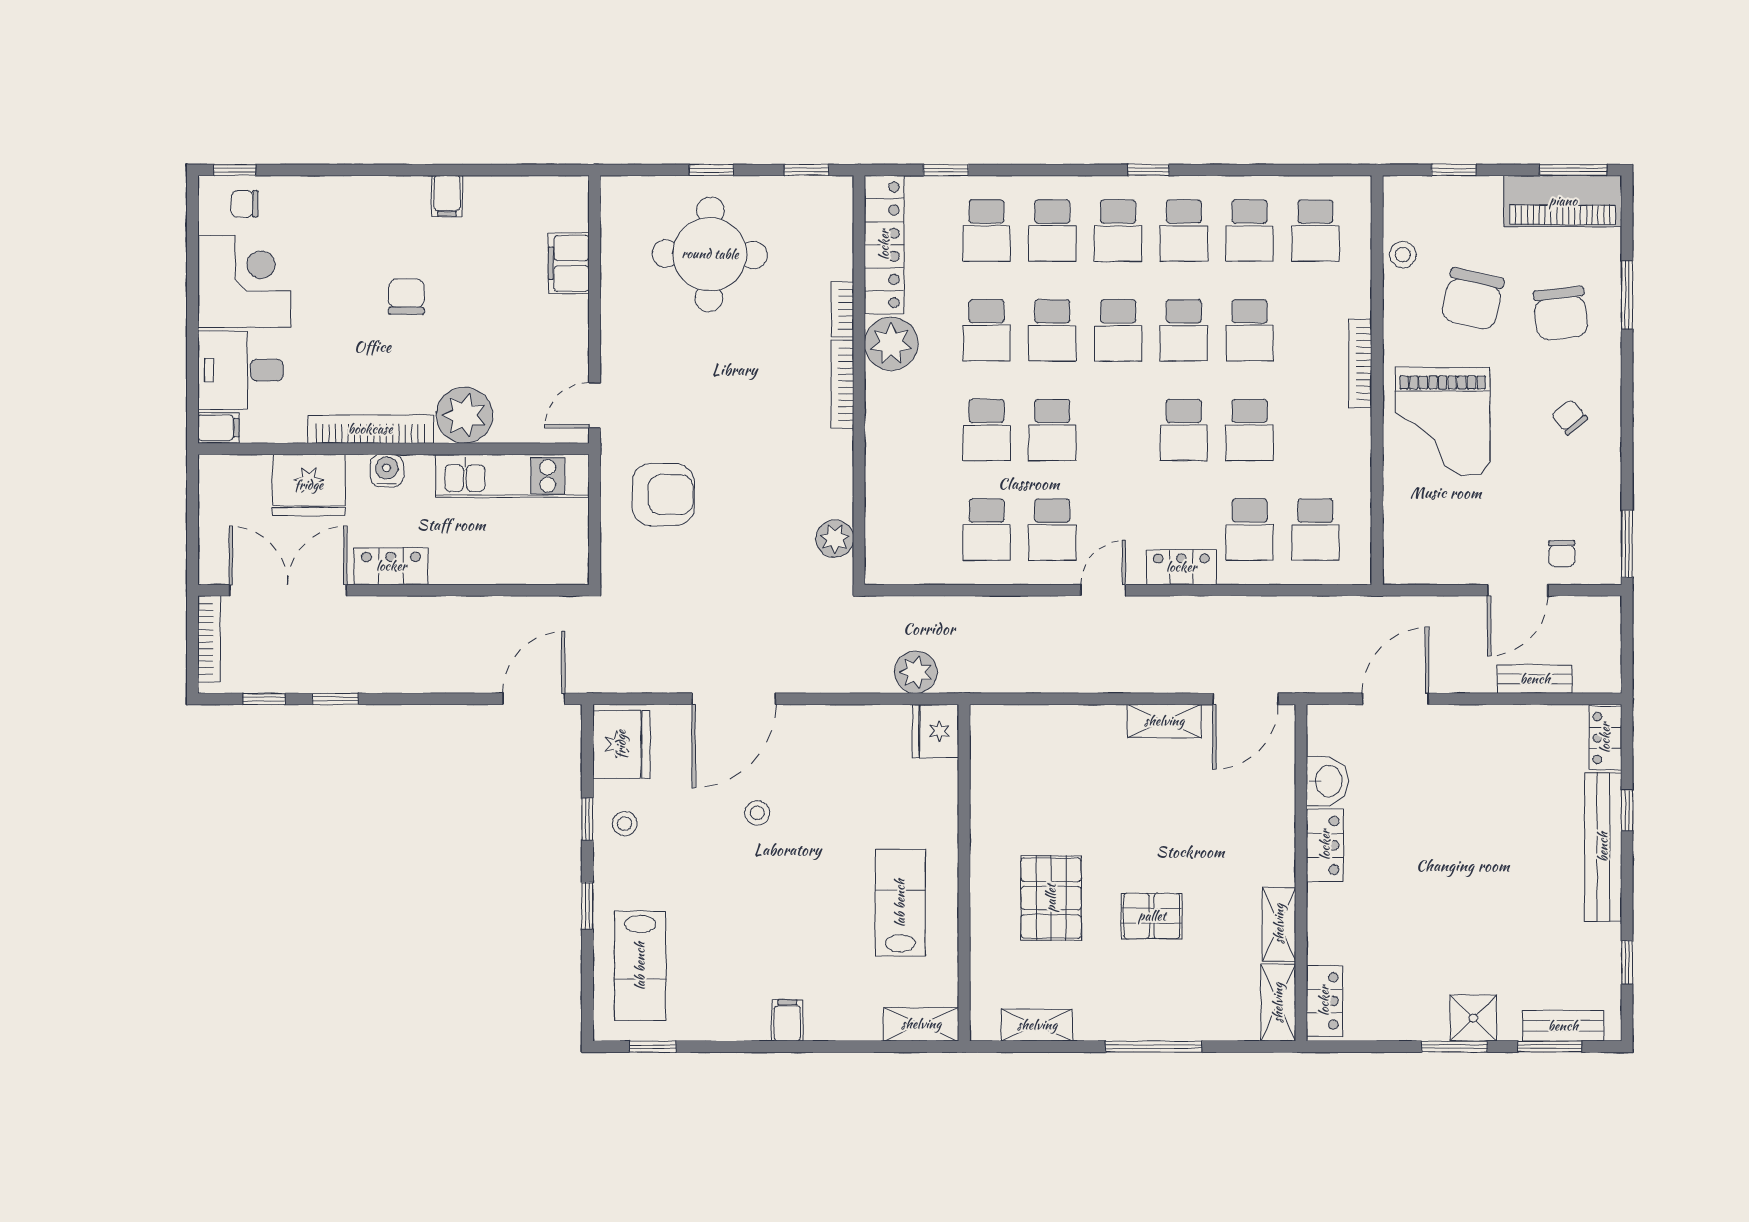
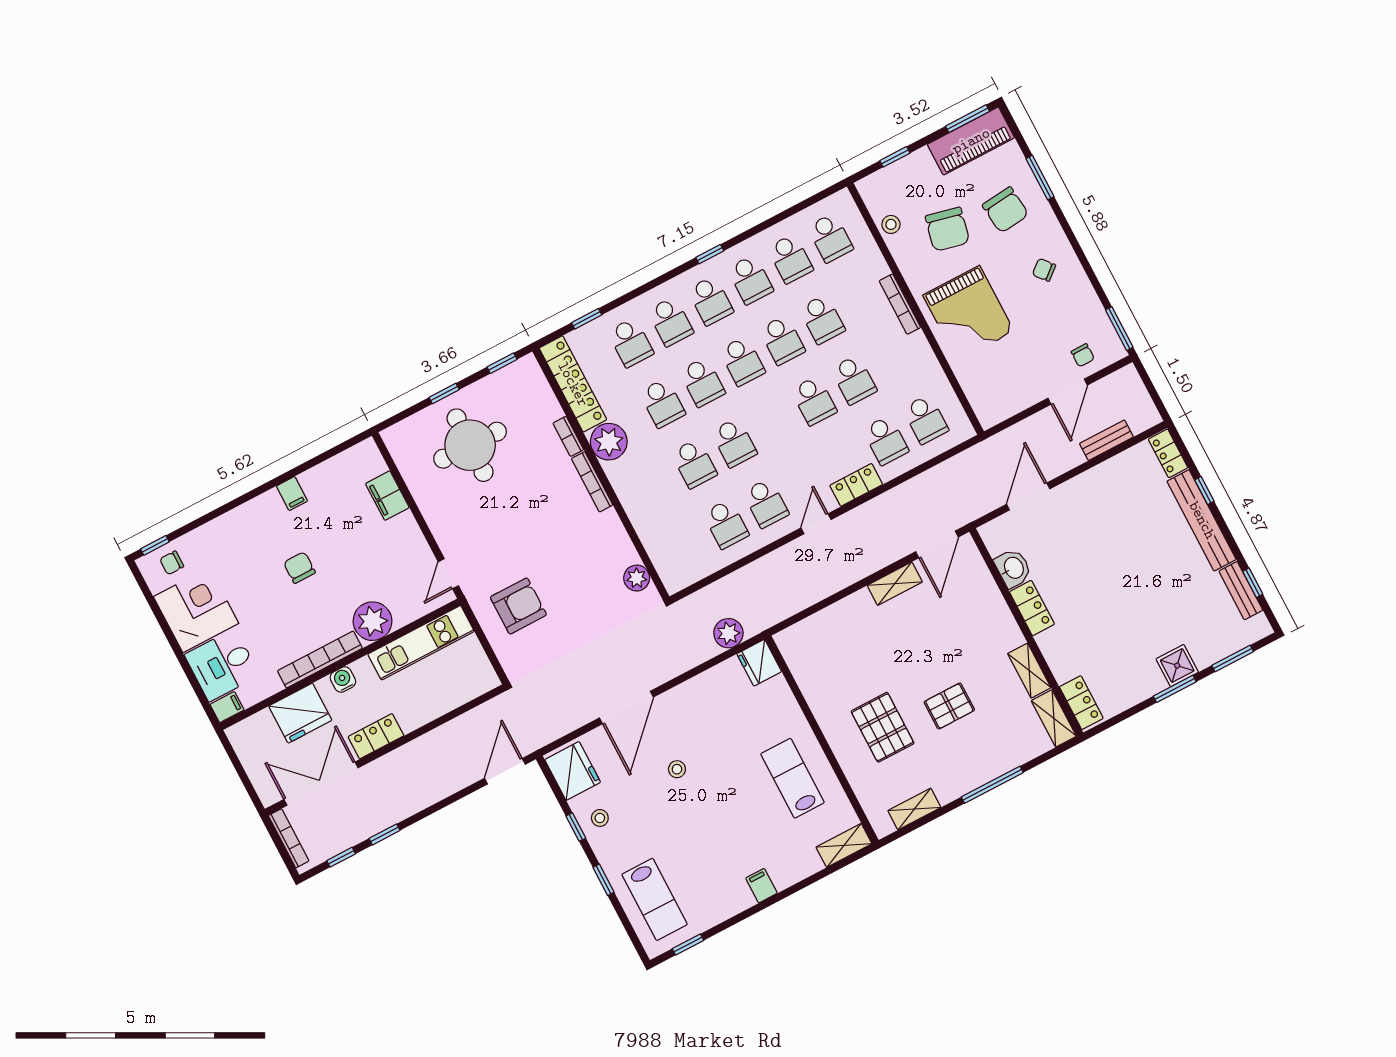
bench: (1563, 1026) -> (1241, 591), moved, turned 90

